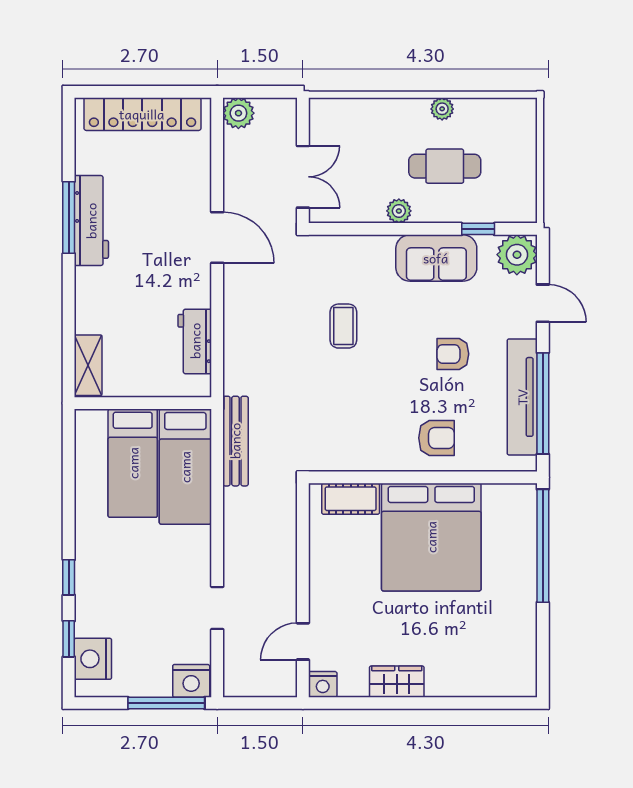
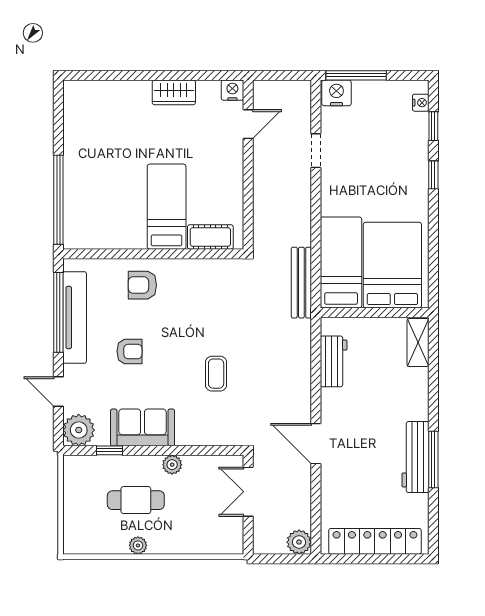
bed: (133, 463) -> (392, 265), width x1.50
bed: (431, 537) -> (167, 207), width x0.49
nightstand: (93, 659) -> (421, 103), width x0.53, depth x0.56

